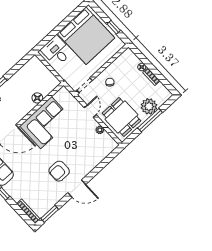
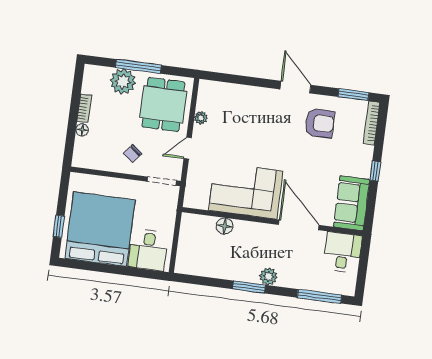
window: (114, 27) -> (59, 226), moved
armchair: (59, 171) -> (320, 123), moved

